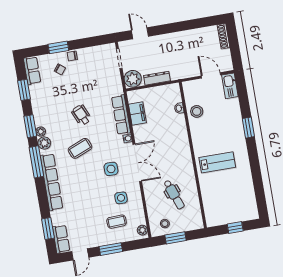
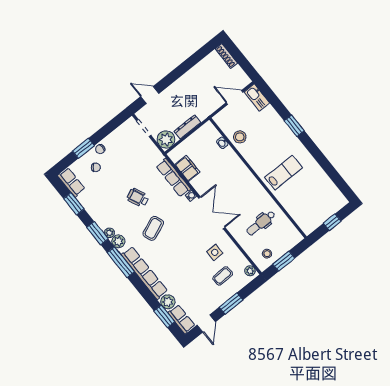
side table: (111, 169) -> (191, 231), removed
dental chair: (174, 195) -> (261, 223), turned 110
plant: (58, 218) -> (168, 302), added

